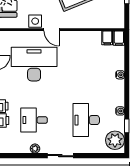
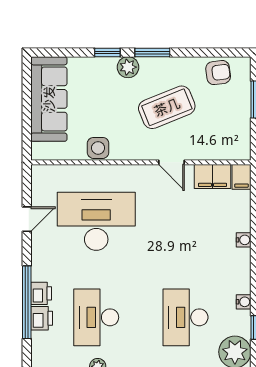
door: (52, 30) -> (171, 162), moved
filing cabinet: (107, 38) -> (212, 176), width x2.00
desk: (34, 120) -> (96, 317), width x1.37

